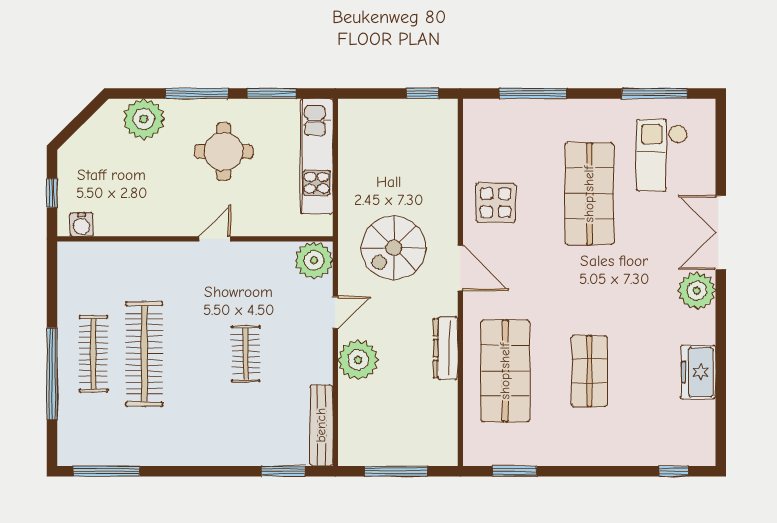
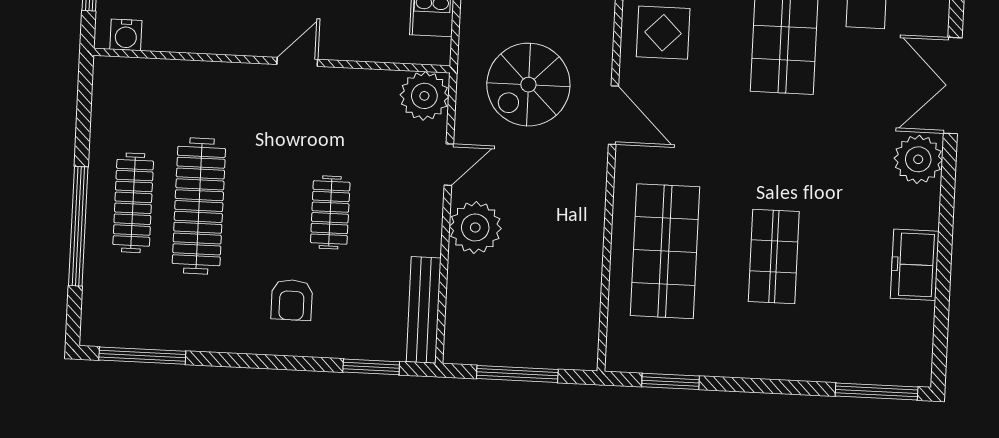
dresser: (446, 348) -> (589, 218), removed
armchair: (219, 423) -> (292, 300), added
window: (674, 471) -> (877, 392), width x2.17

